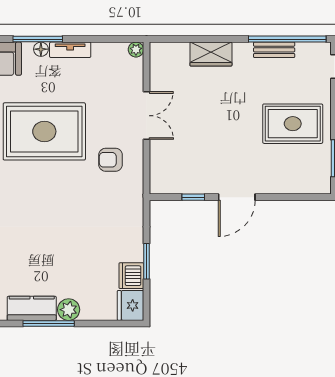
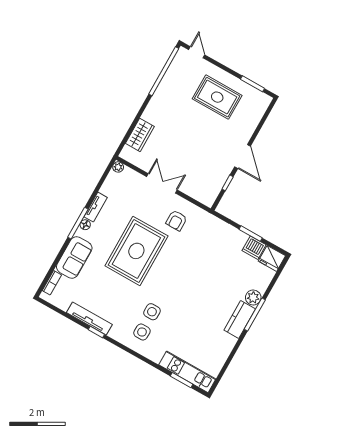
bench: (274, 50) -> (166, 83), removed
wardrobe: (211, 54) -> (140, 135), moved
rug: (293, 124) -> (217, 97), turned 90

